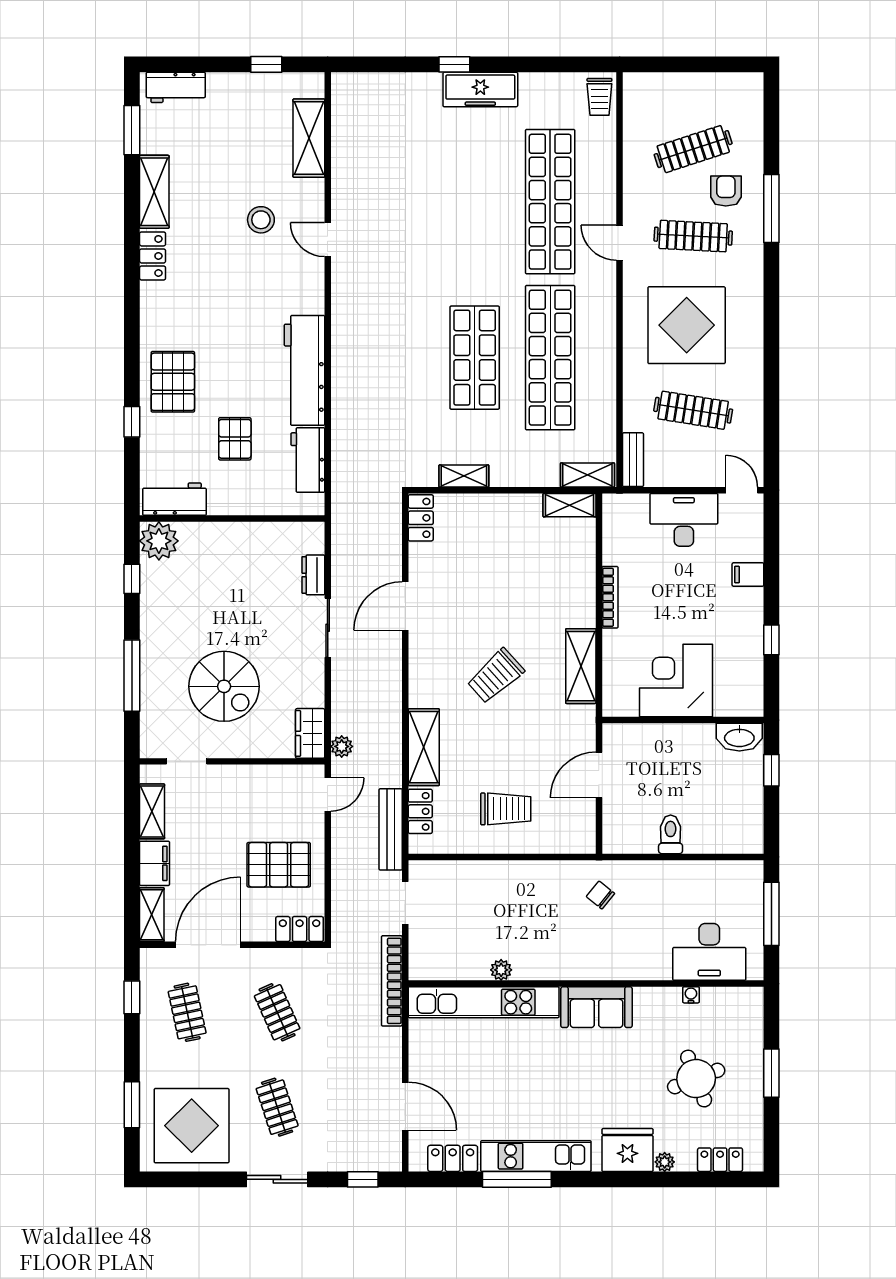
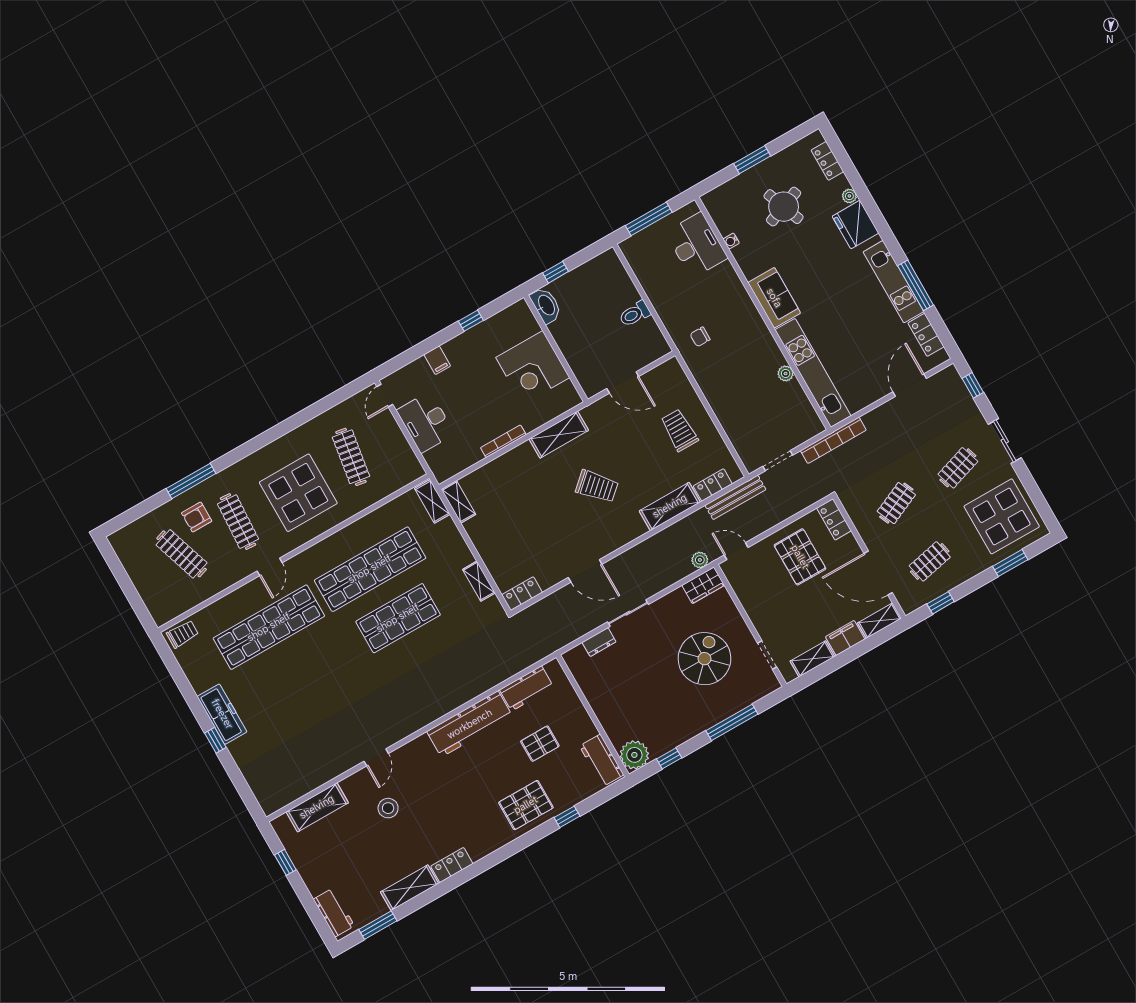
bench: (633, 460) -> (405, 478), removed
chair: (600, 895) -> (700, 337), turned 51

